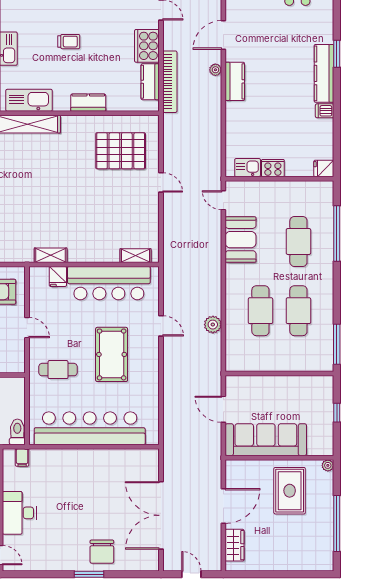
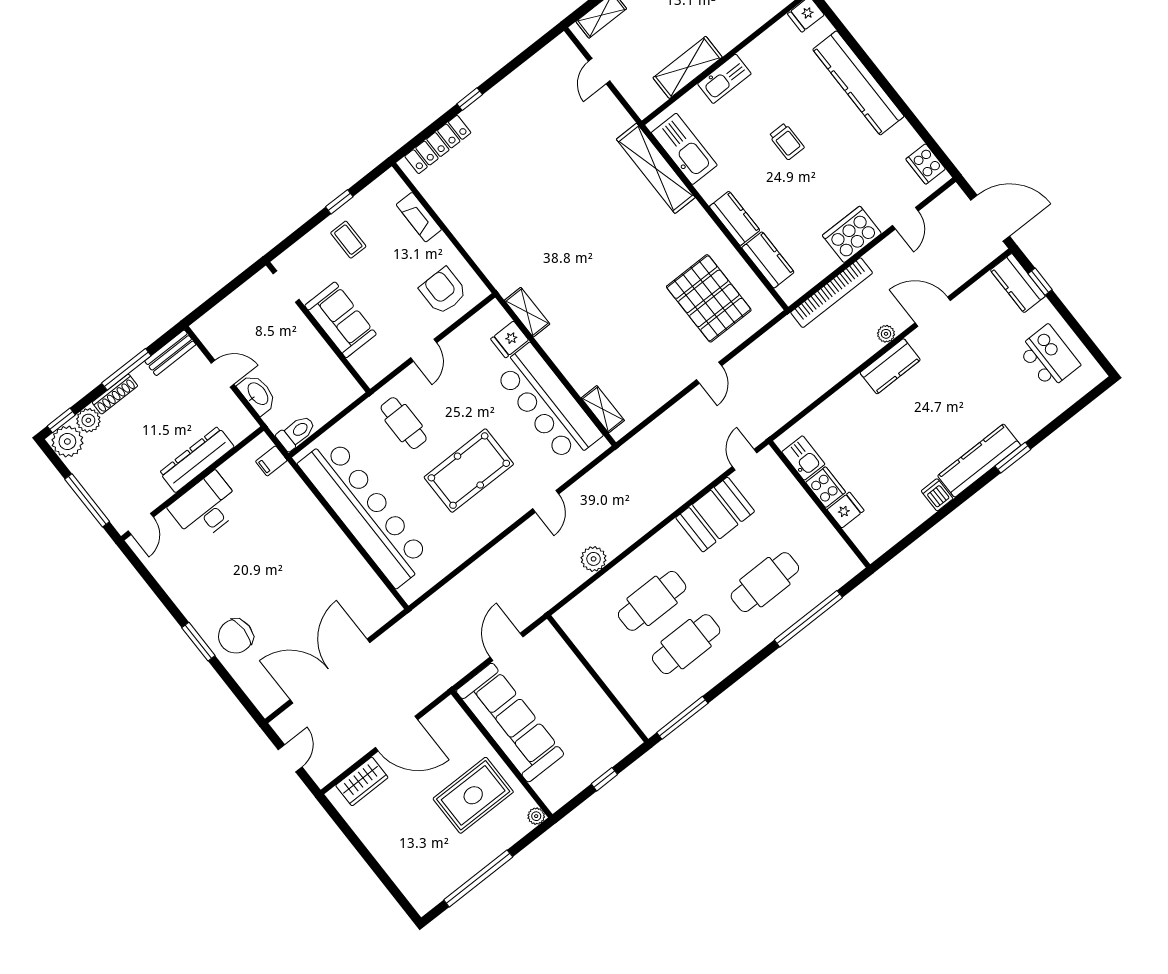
kitchen counter: (150, 82) -> (768, 260), moved, turned 90
fridge: (324, 168) -> (846, 510), moved, turned 90

